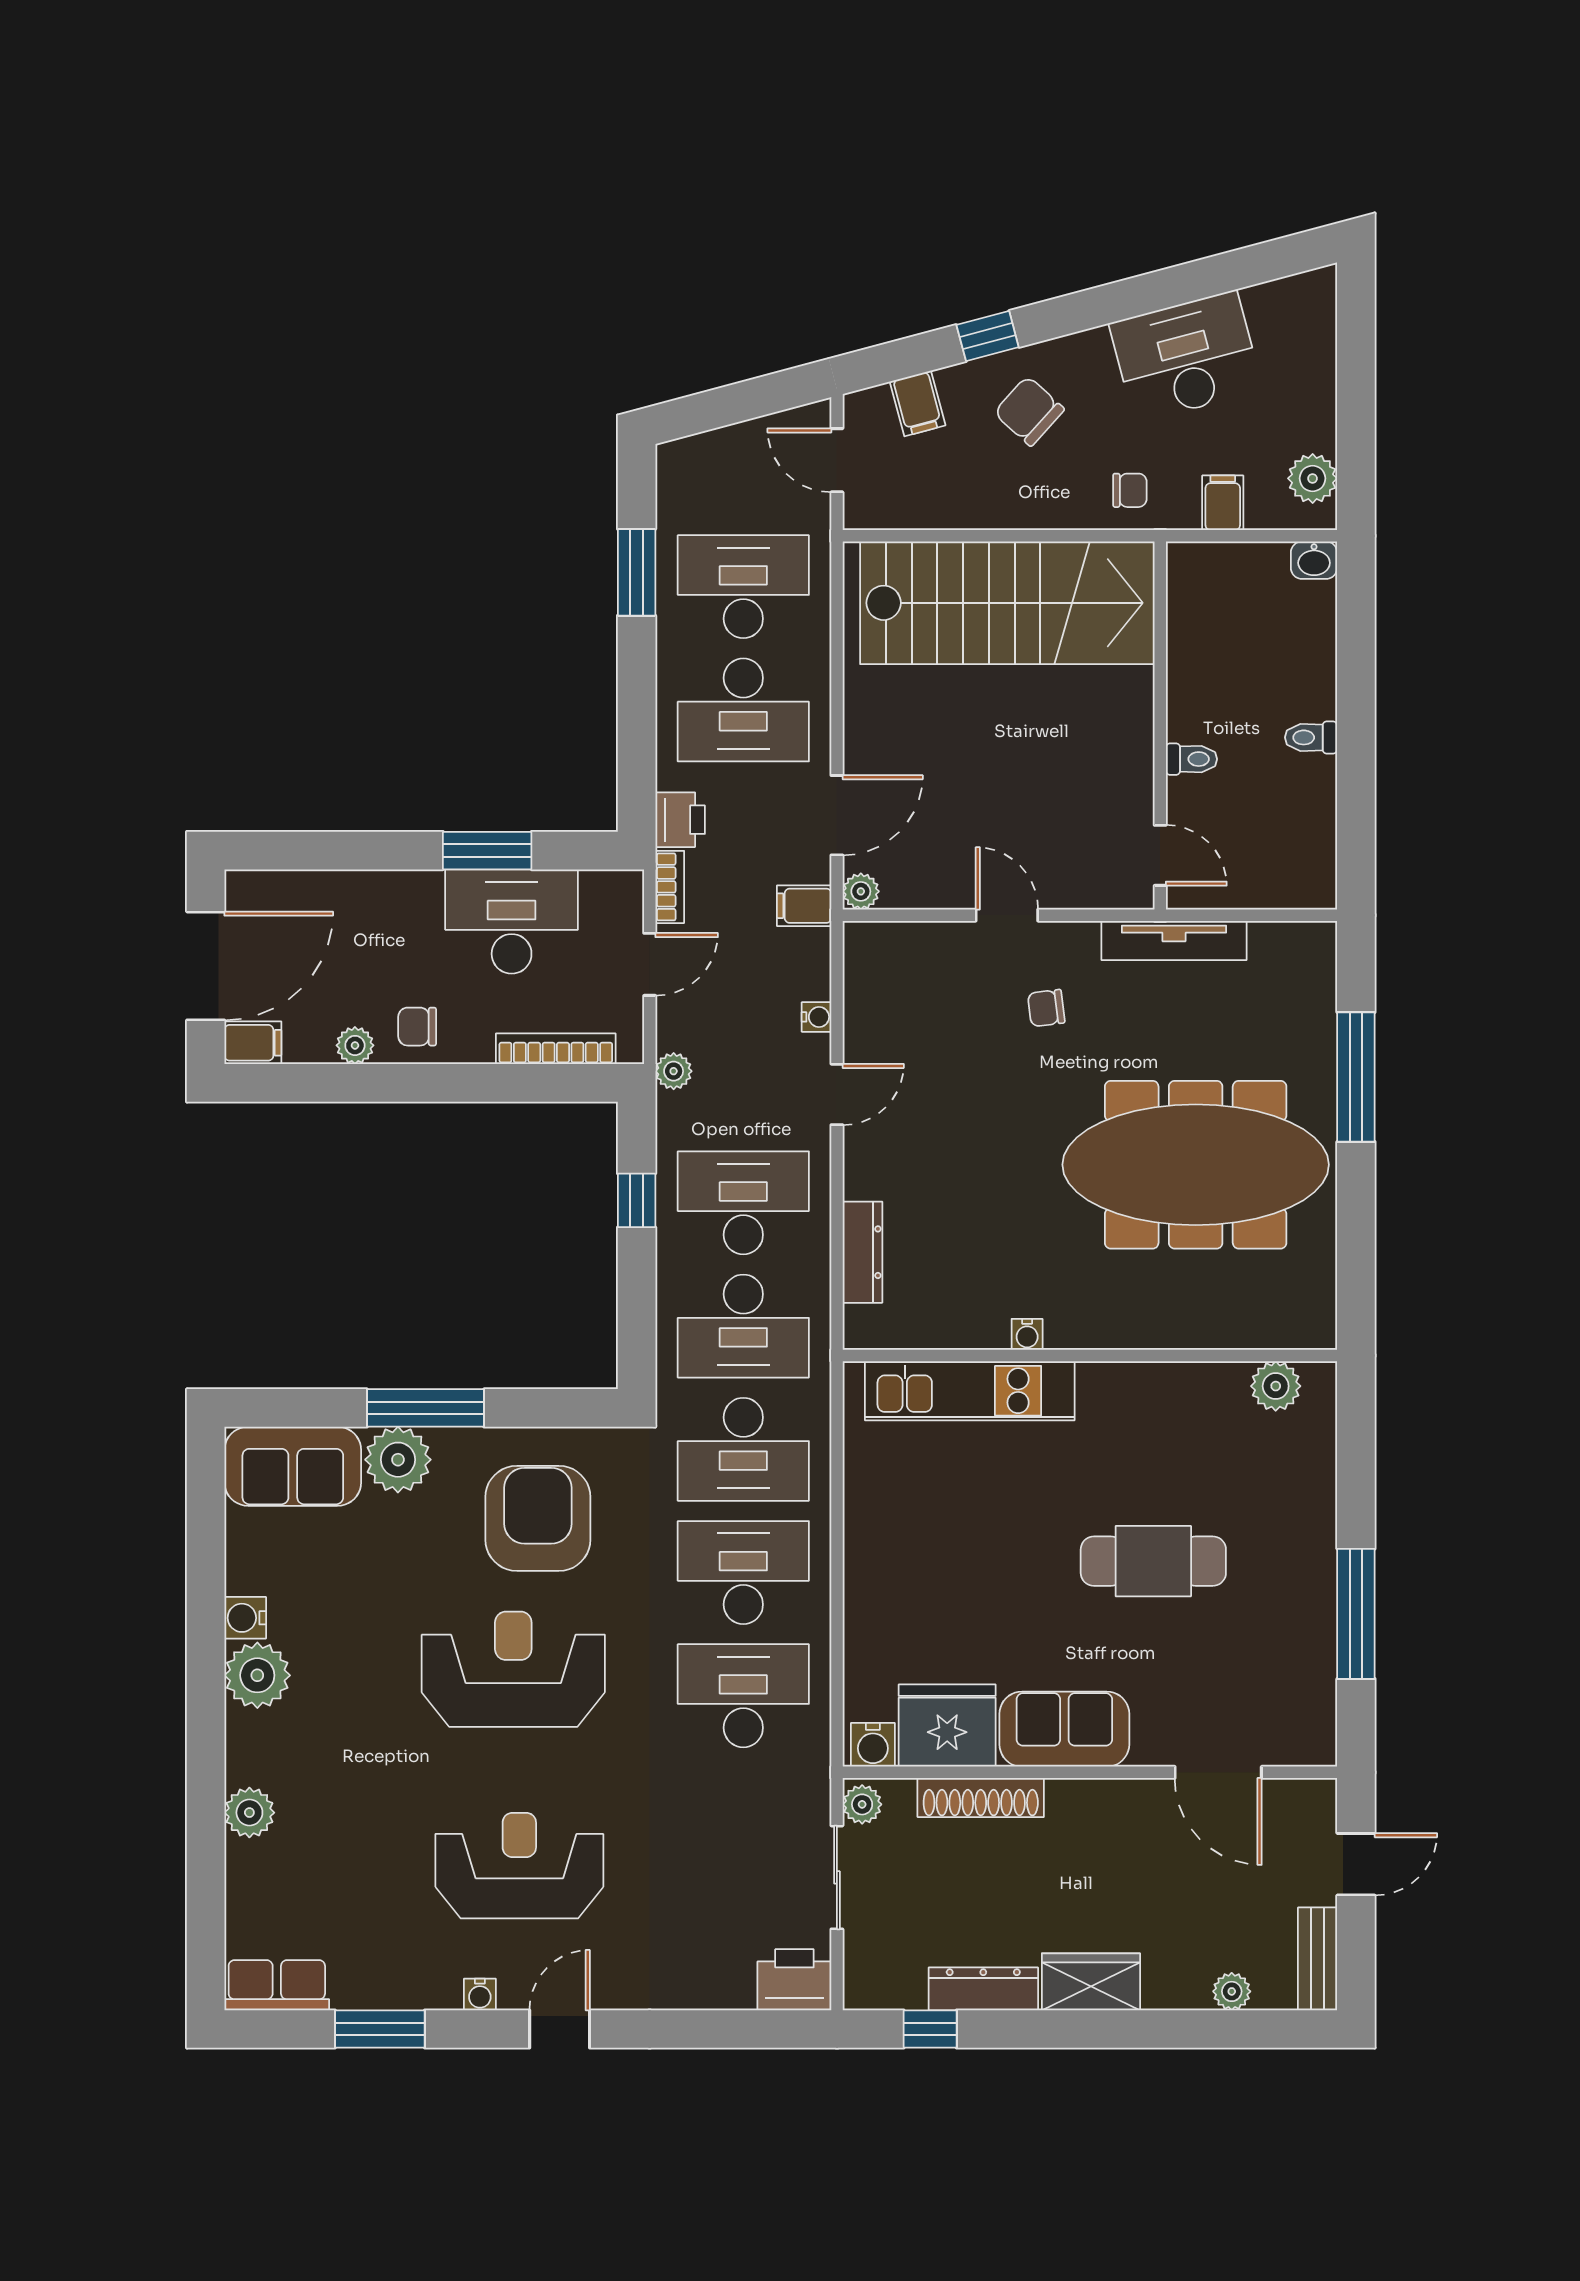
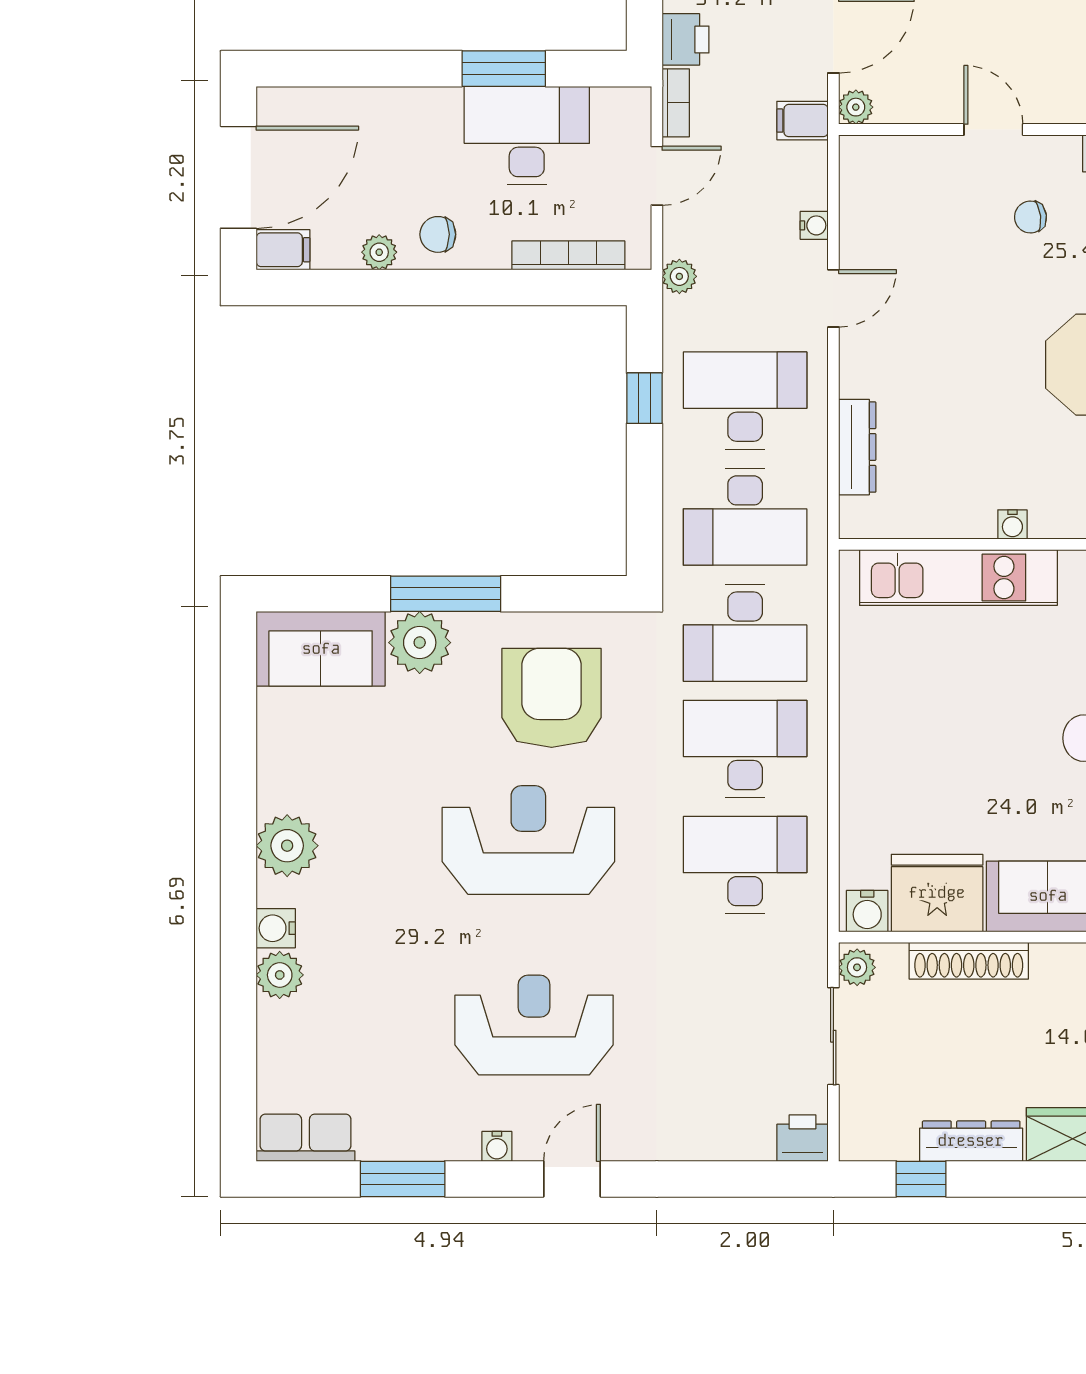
water cooler: (245, 1618) -> (276, 928), moved
printer: (794, 1980) -> (803, 1138), width x0.73, depth x0.81

